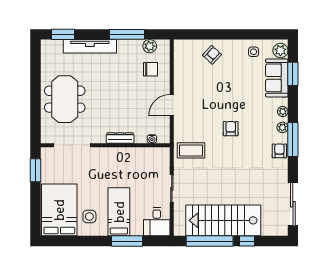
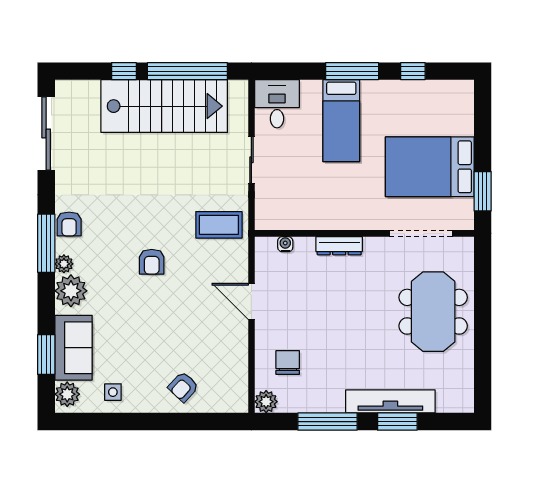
window: (63, 34) -> (397, 422), moved
plant: (150, 46) -> (266, 402), moved
chair: (150, 69) -> (288, 362), turned 90
door: (172, 105) -> (251, 301), swing flipped
plant: (283, 112) -> (71, 291), width x1.88, depth x1.88
bed: (59, 210) -> (430, 167), moved, turned 90
side table: (89, 216) -> (391, 113), removed
window: (77, 241) -> (413, 71), added
window: (127, 241) -> (352, 71), moved

